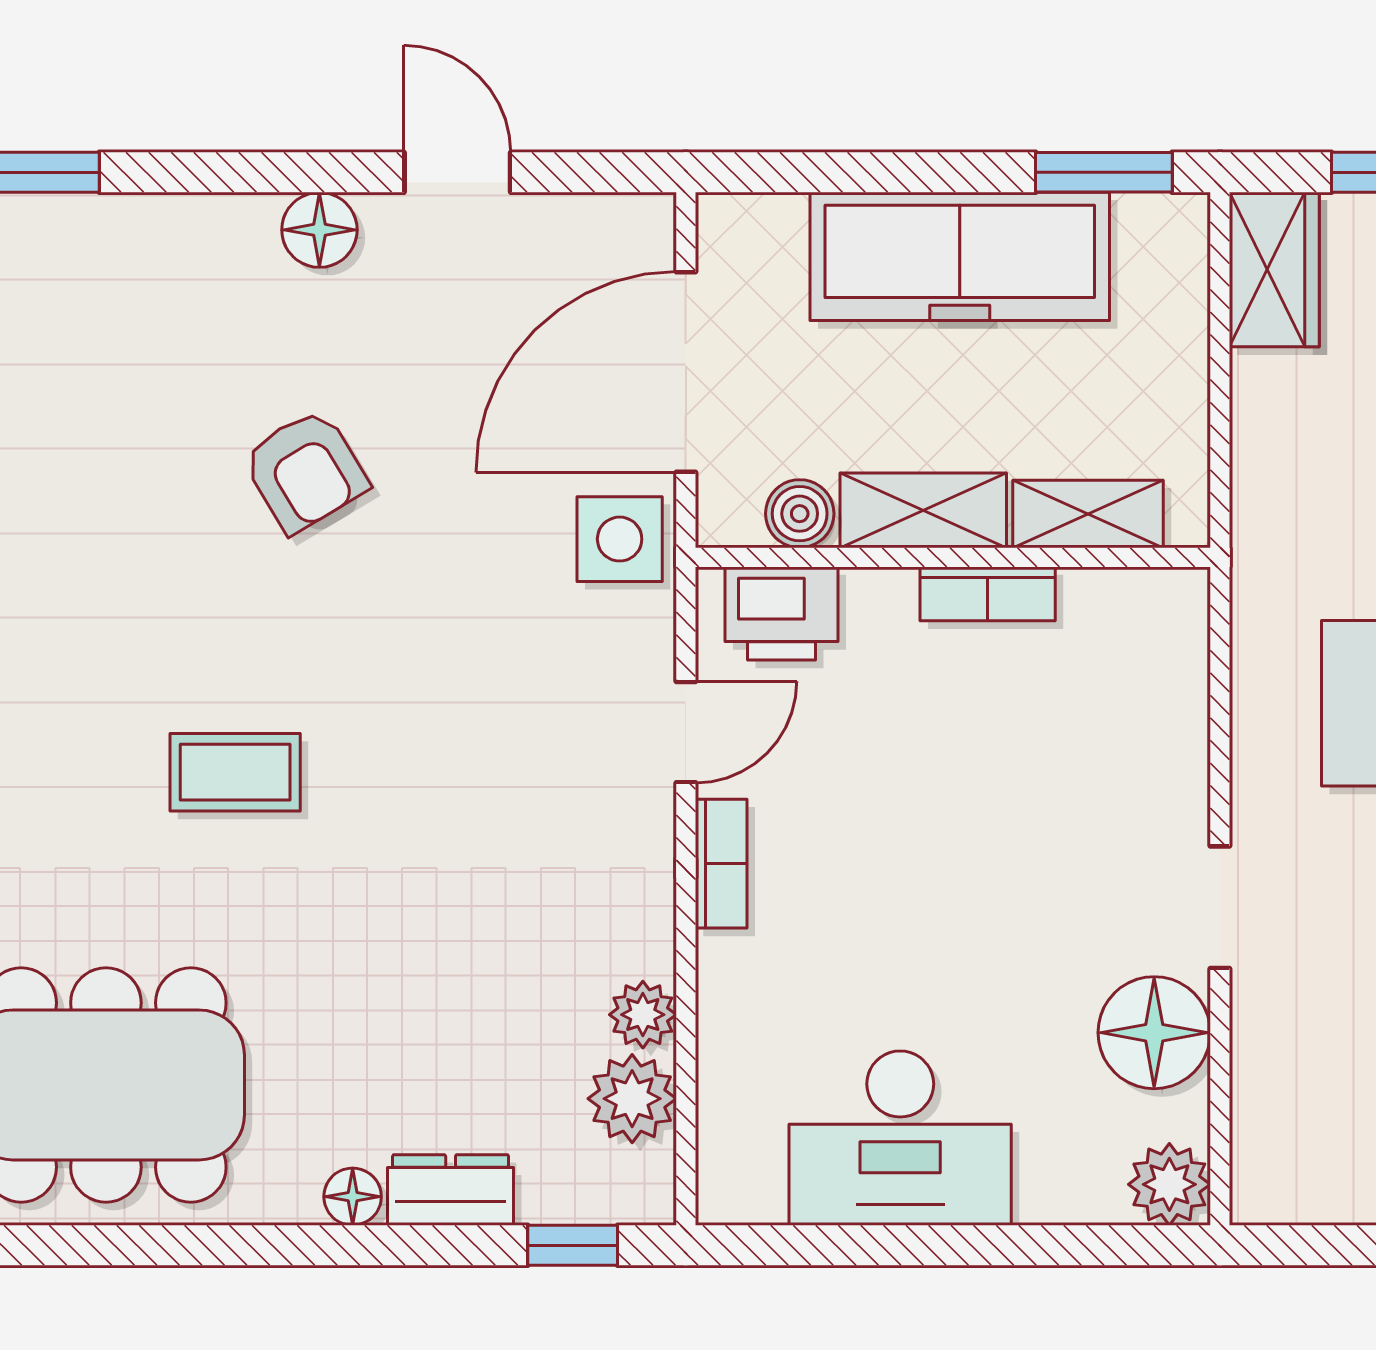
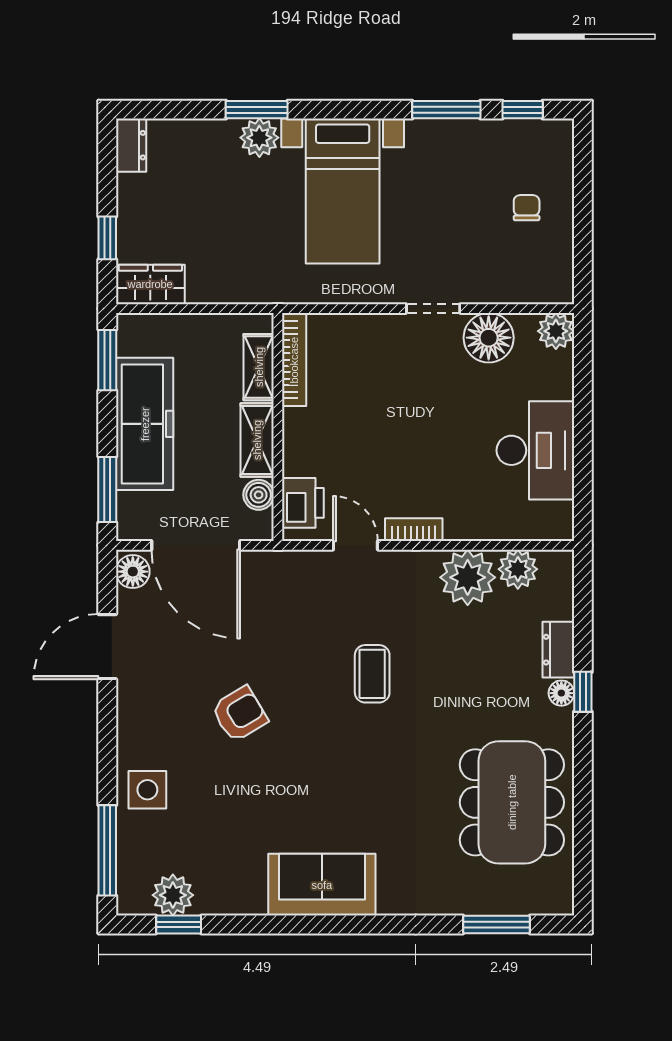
door: (457, 172) -> (107, 647), width x1.38
window: (812, 172) -> (107, 489), added
floor lamp: (319, 230) -> (133, 572), moved
side table: (620, 539) -> (147, 790), moved
bookcase: (988, 594) -> (294, 360), moved, width x1.56
coffee table: (235, 772) -> (372, 674), moved
plant: (643, 1015) -> (468, 577), width x1.87, depth x1.87
window: (573, 1245) -> (583, 692), moved

